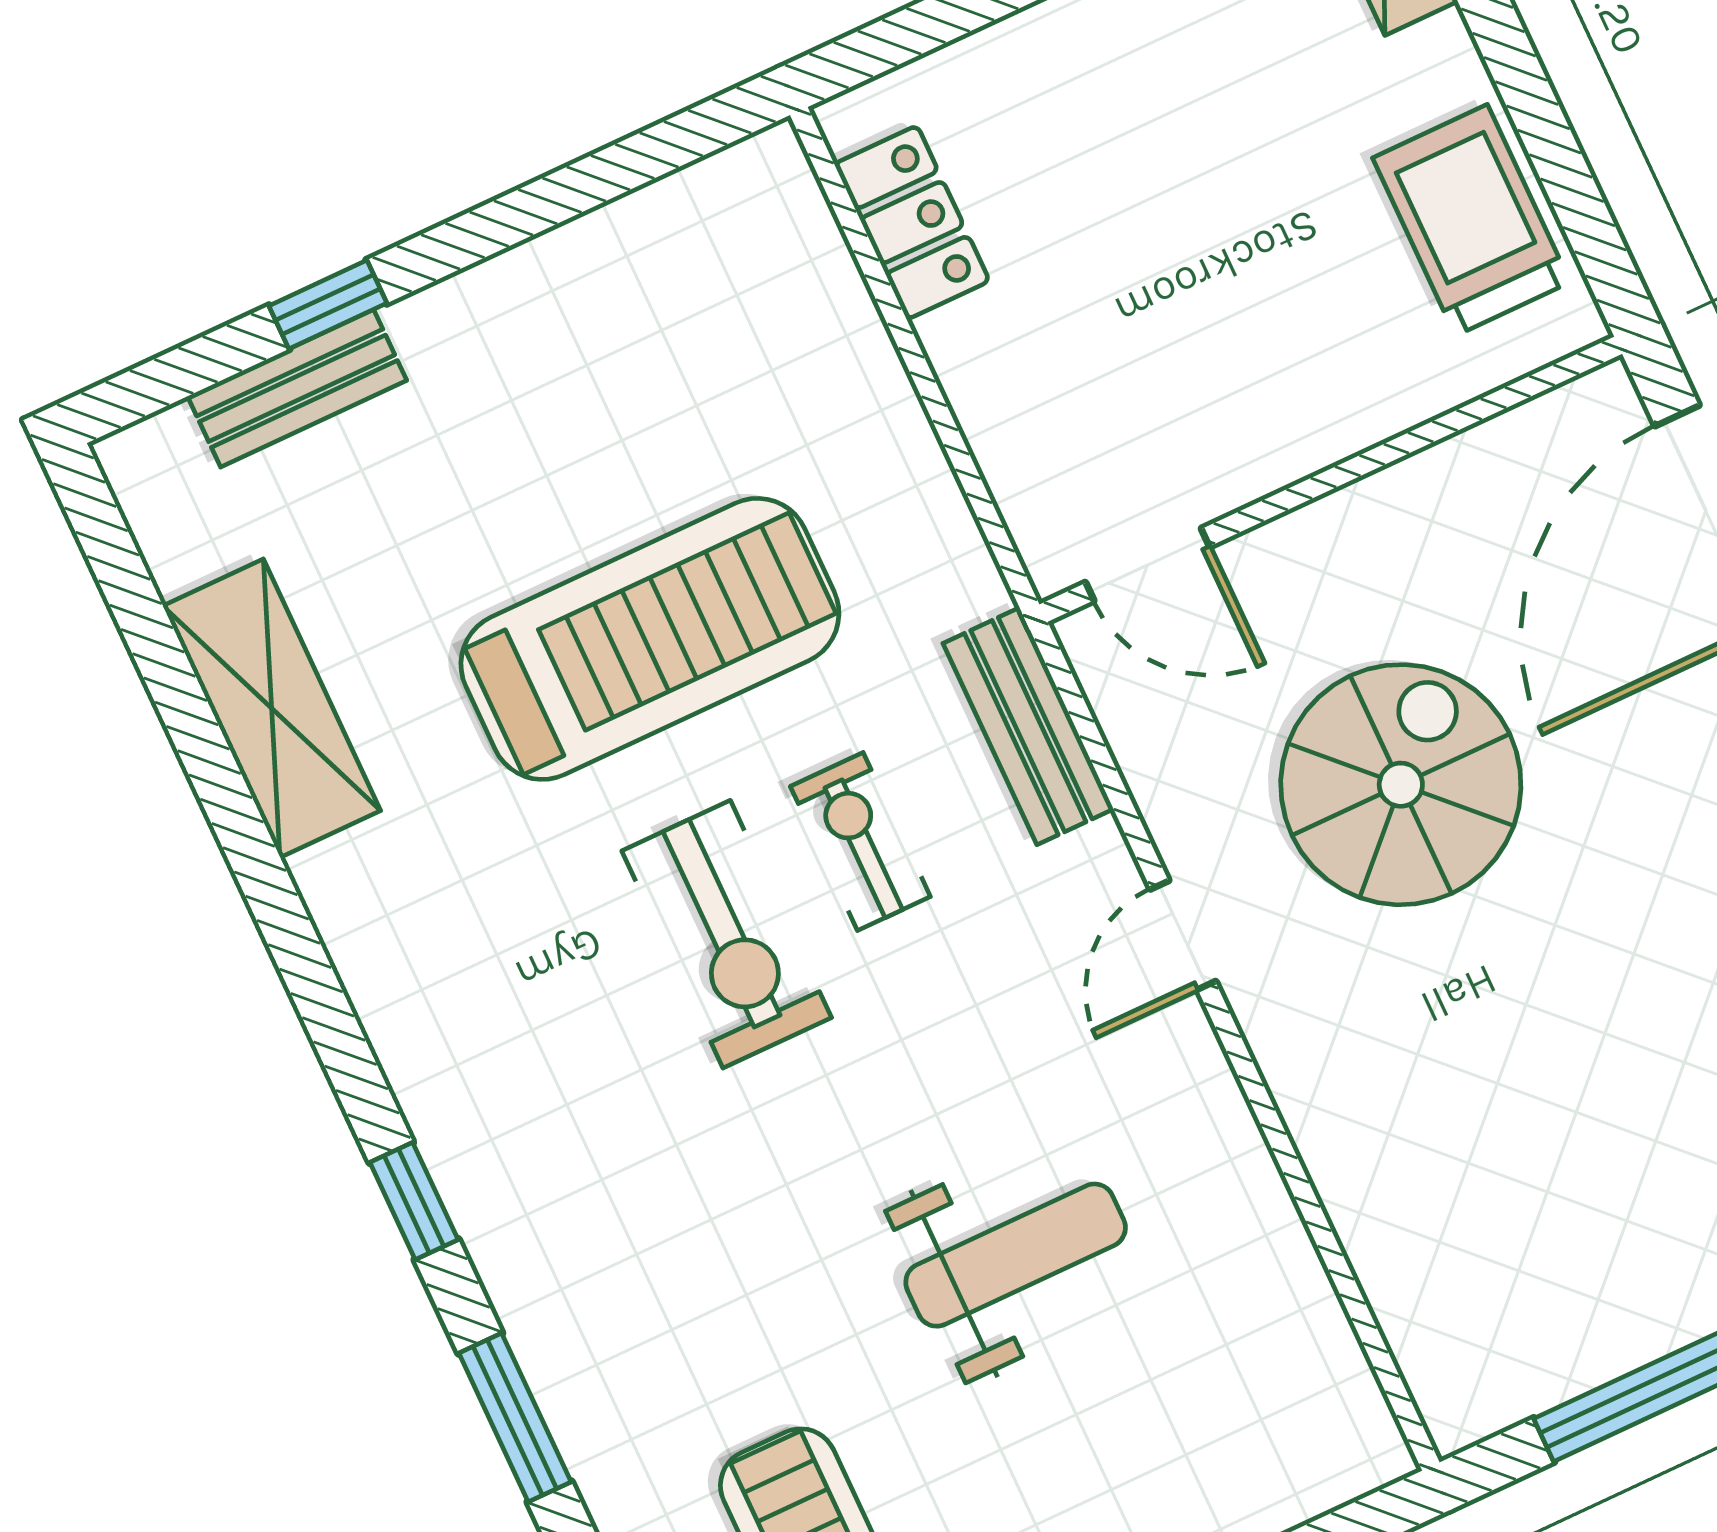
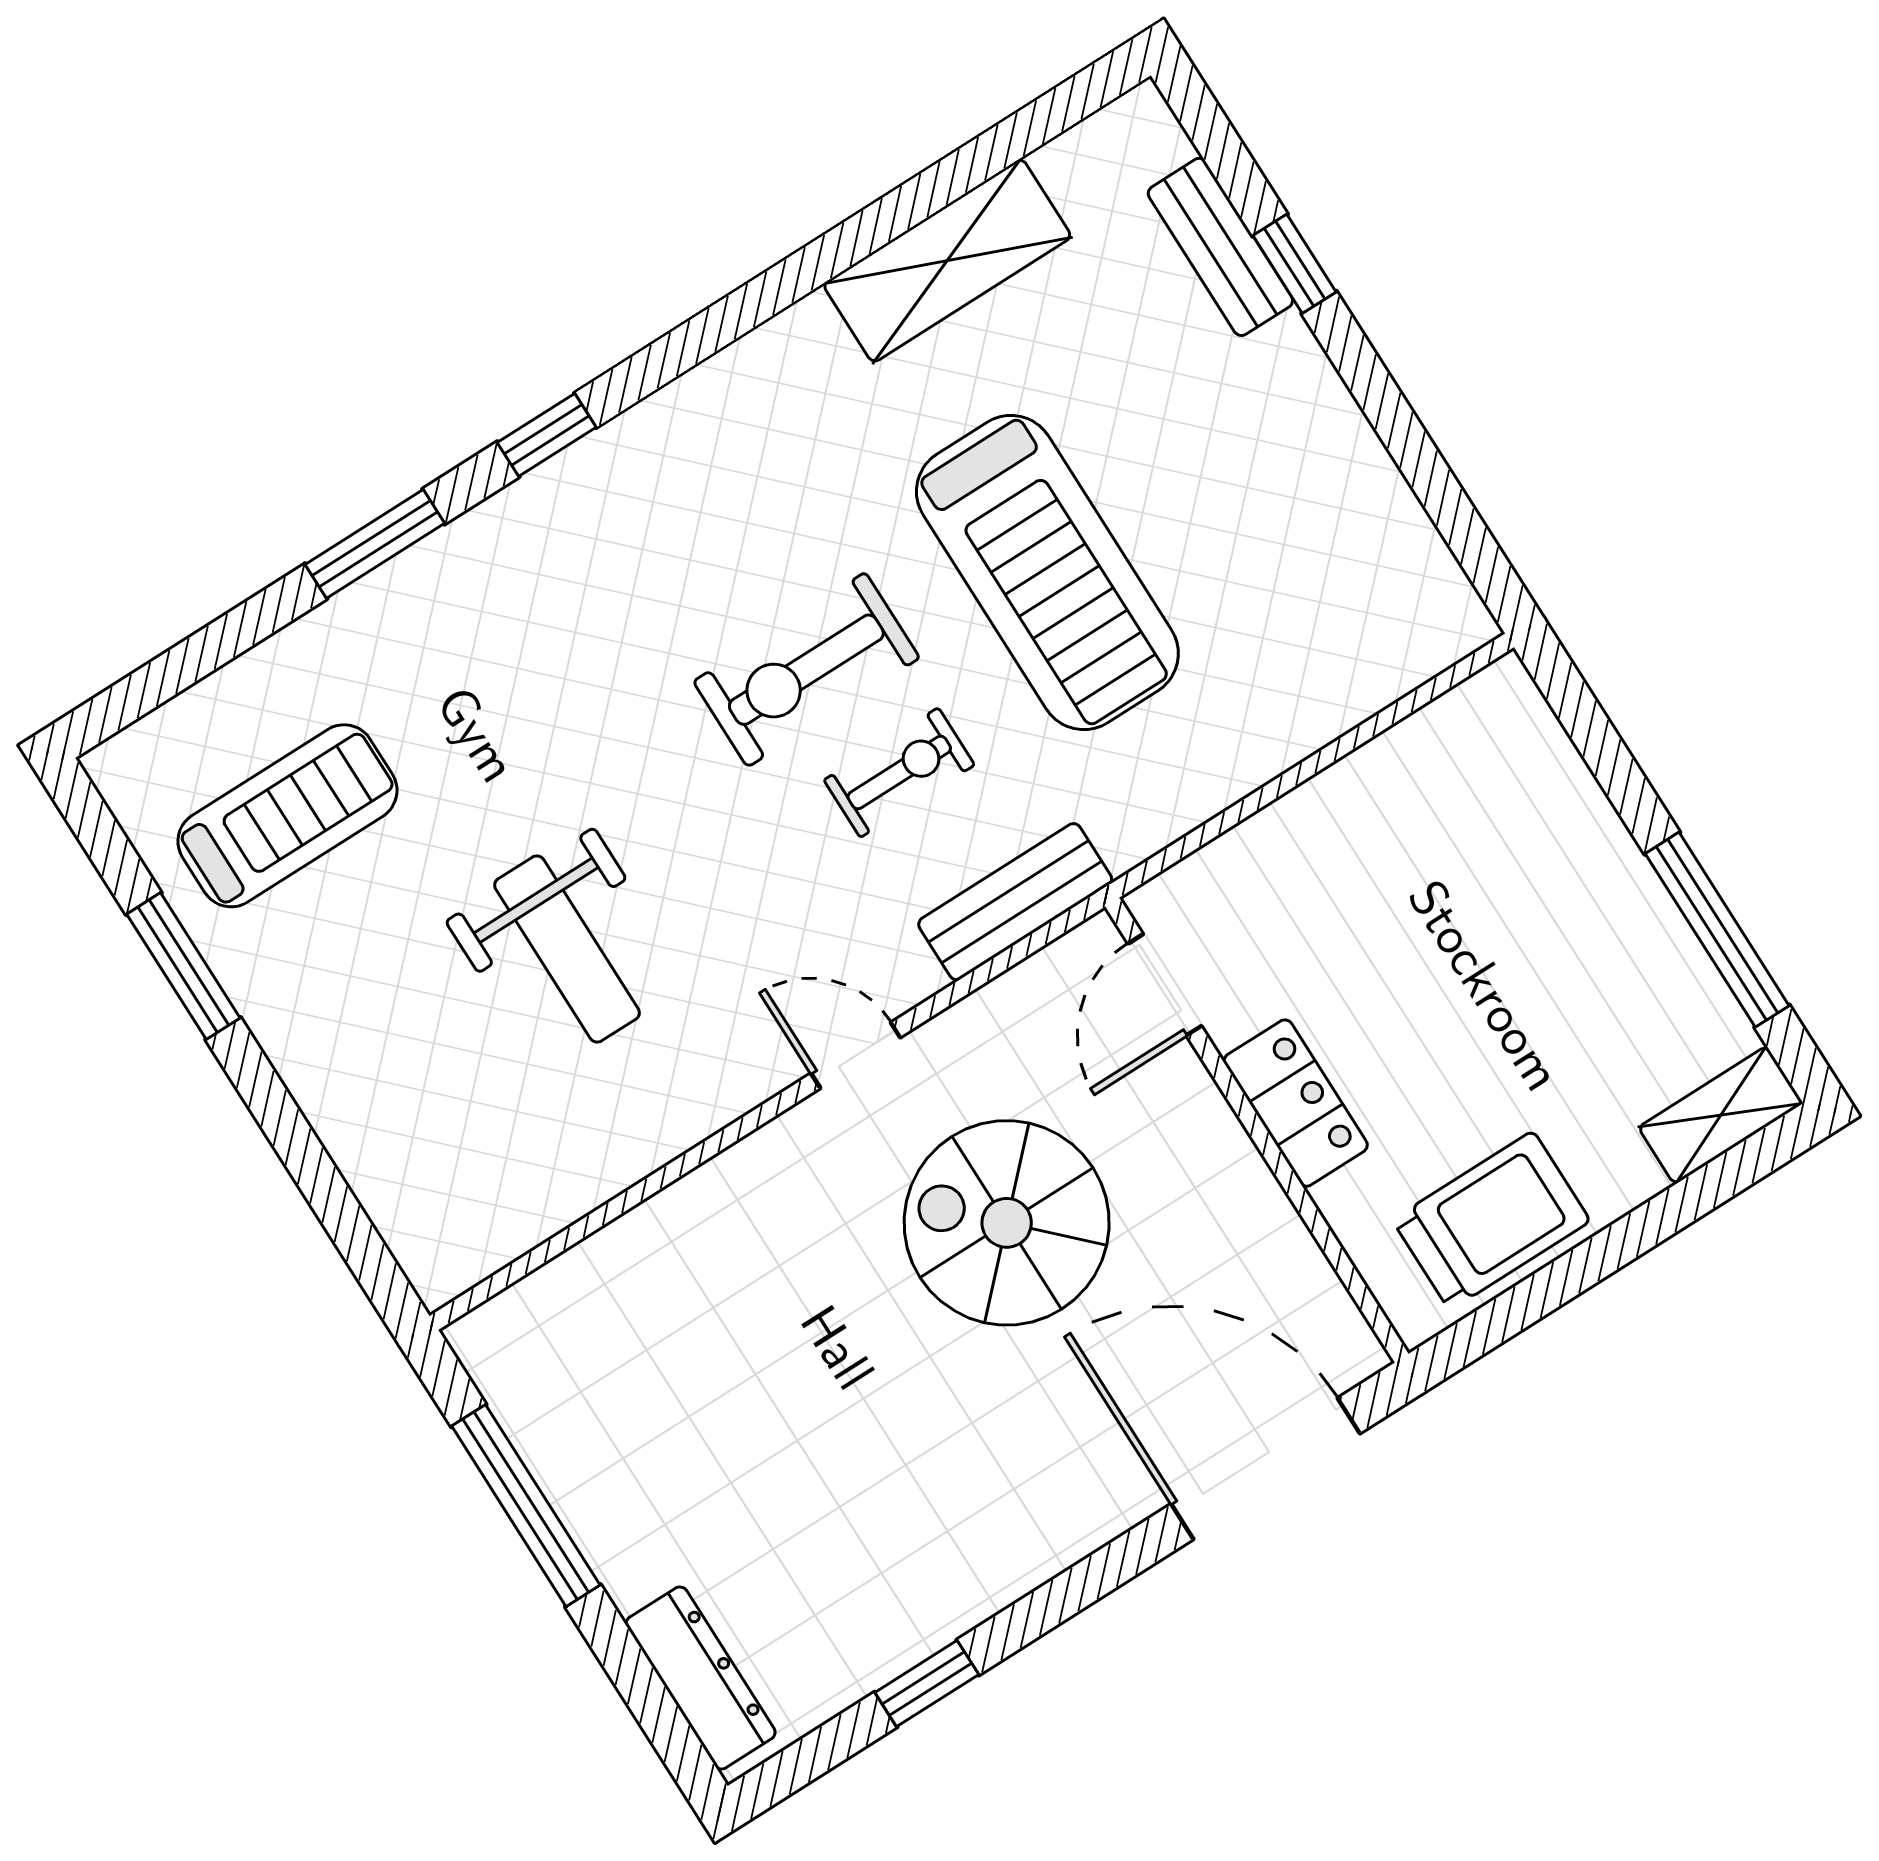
locker: (912, 222) -> (1296, 1103), moved, turned -90
spiral stairs: (1401, 785) -> (1007, 1223), turned 180

